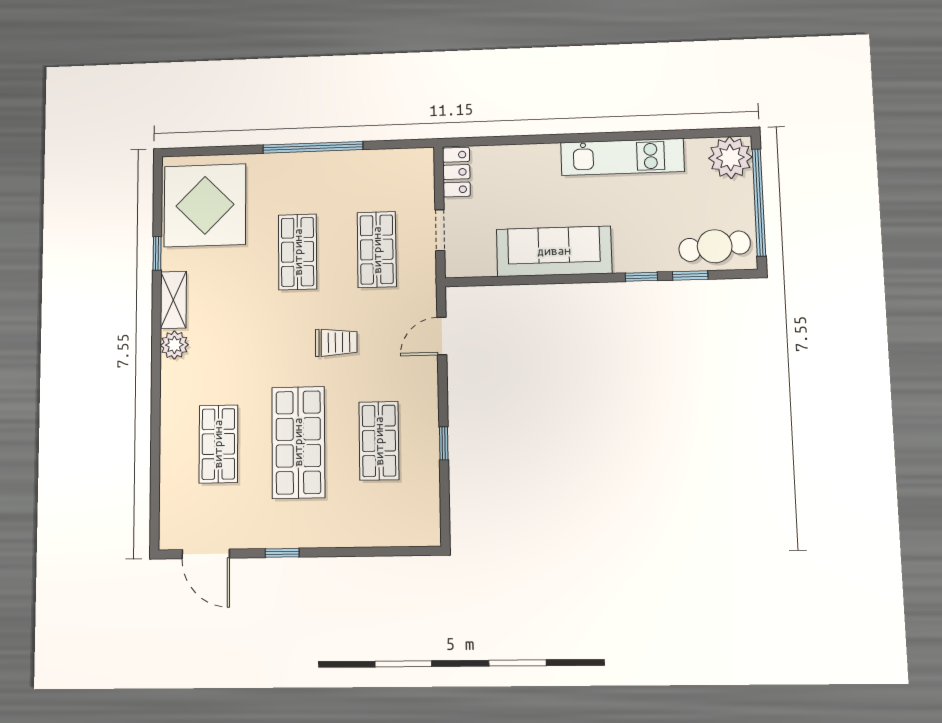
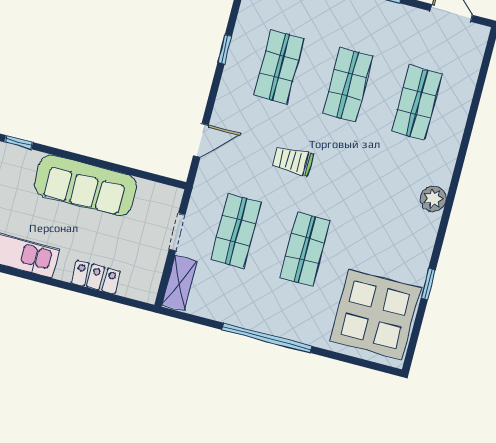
locker: (456, 172) -> (96, 277), moved, turned 90
shelving: (173, 300) -> (180, 283), moved
shop shelf: (298, 442) -> (348, 85), width x0.70, depth x0.74

